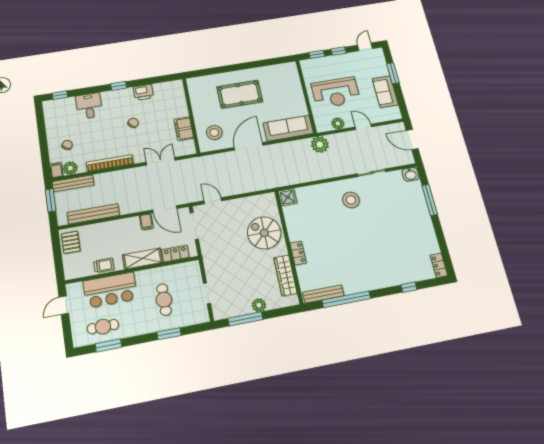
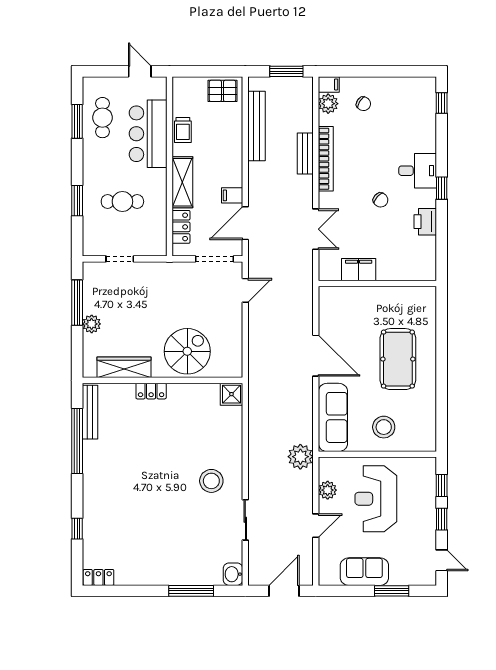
desk: (89, 106) -> (418, 171), moved
stool: (214, 133) -> (384, 427), moved
bench: (73, 183) -> (305, 153), moved, width x0.73

